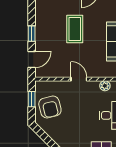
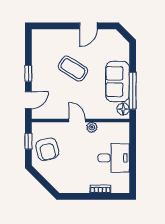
coffee table: (75, 29) -> (73, 69), turned -58
plant: (105, 86) -> (92, 127), moved

